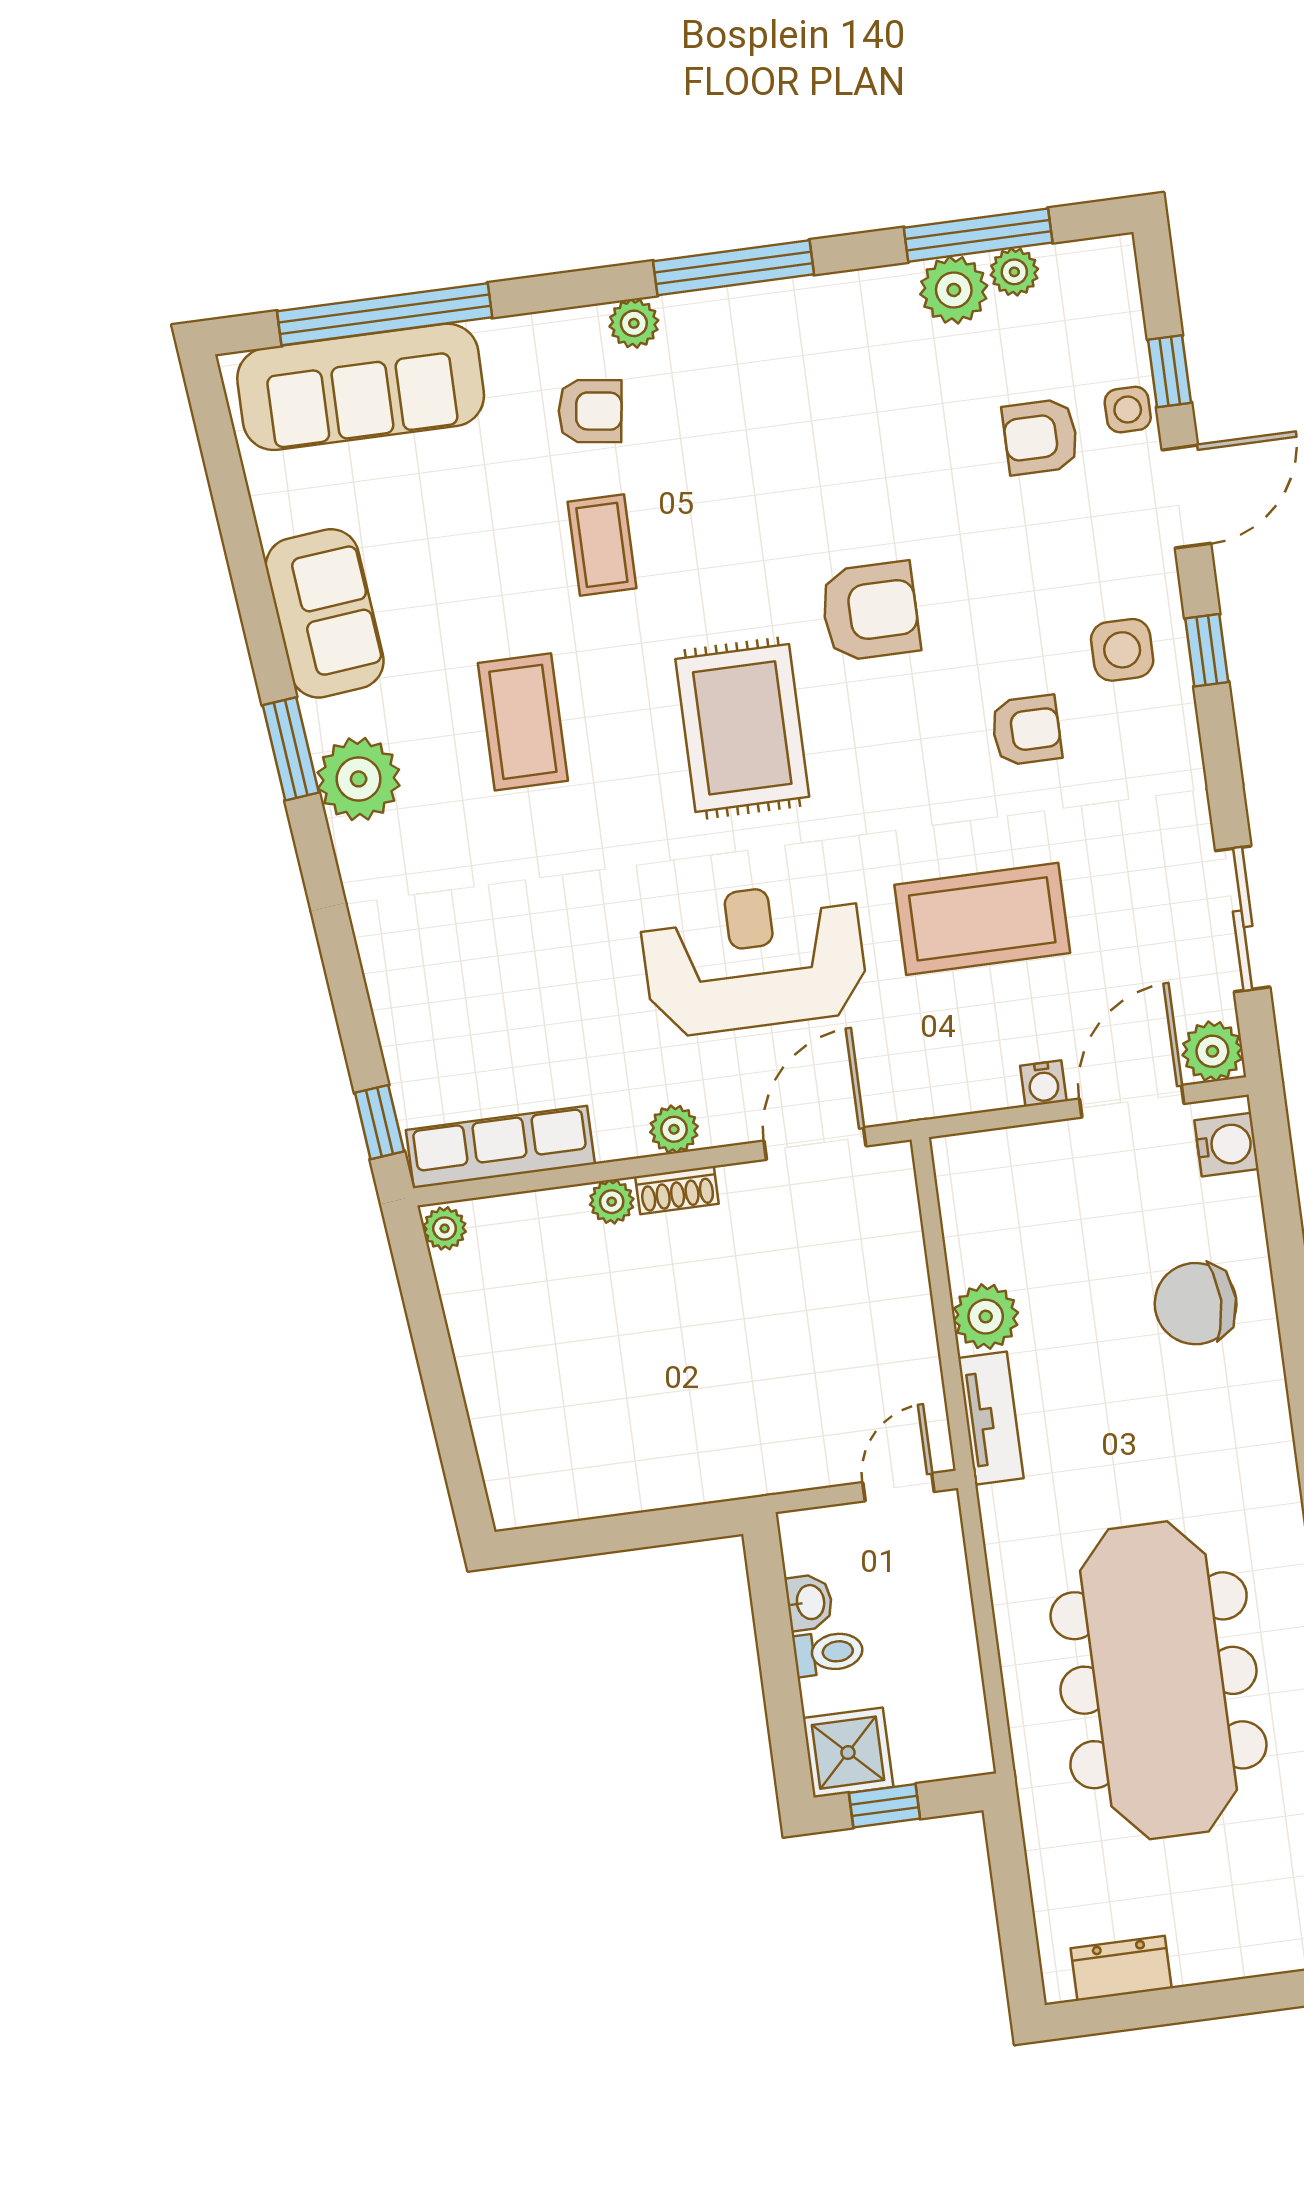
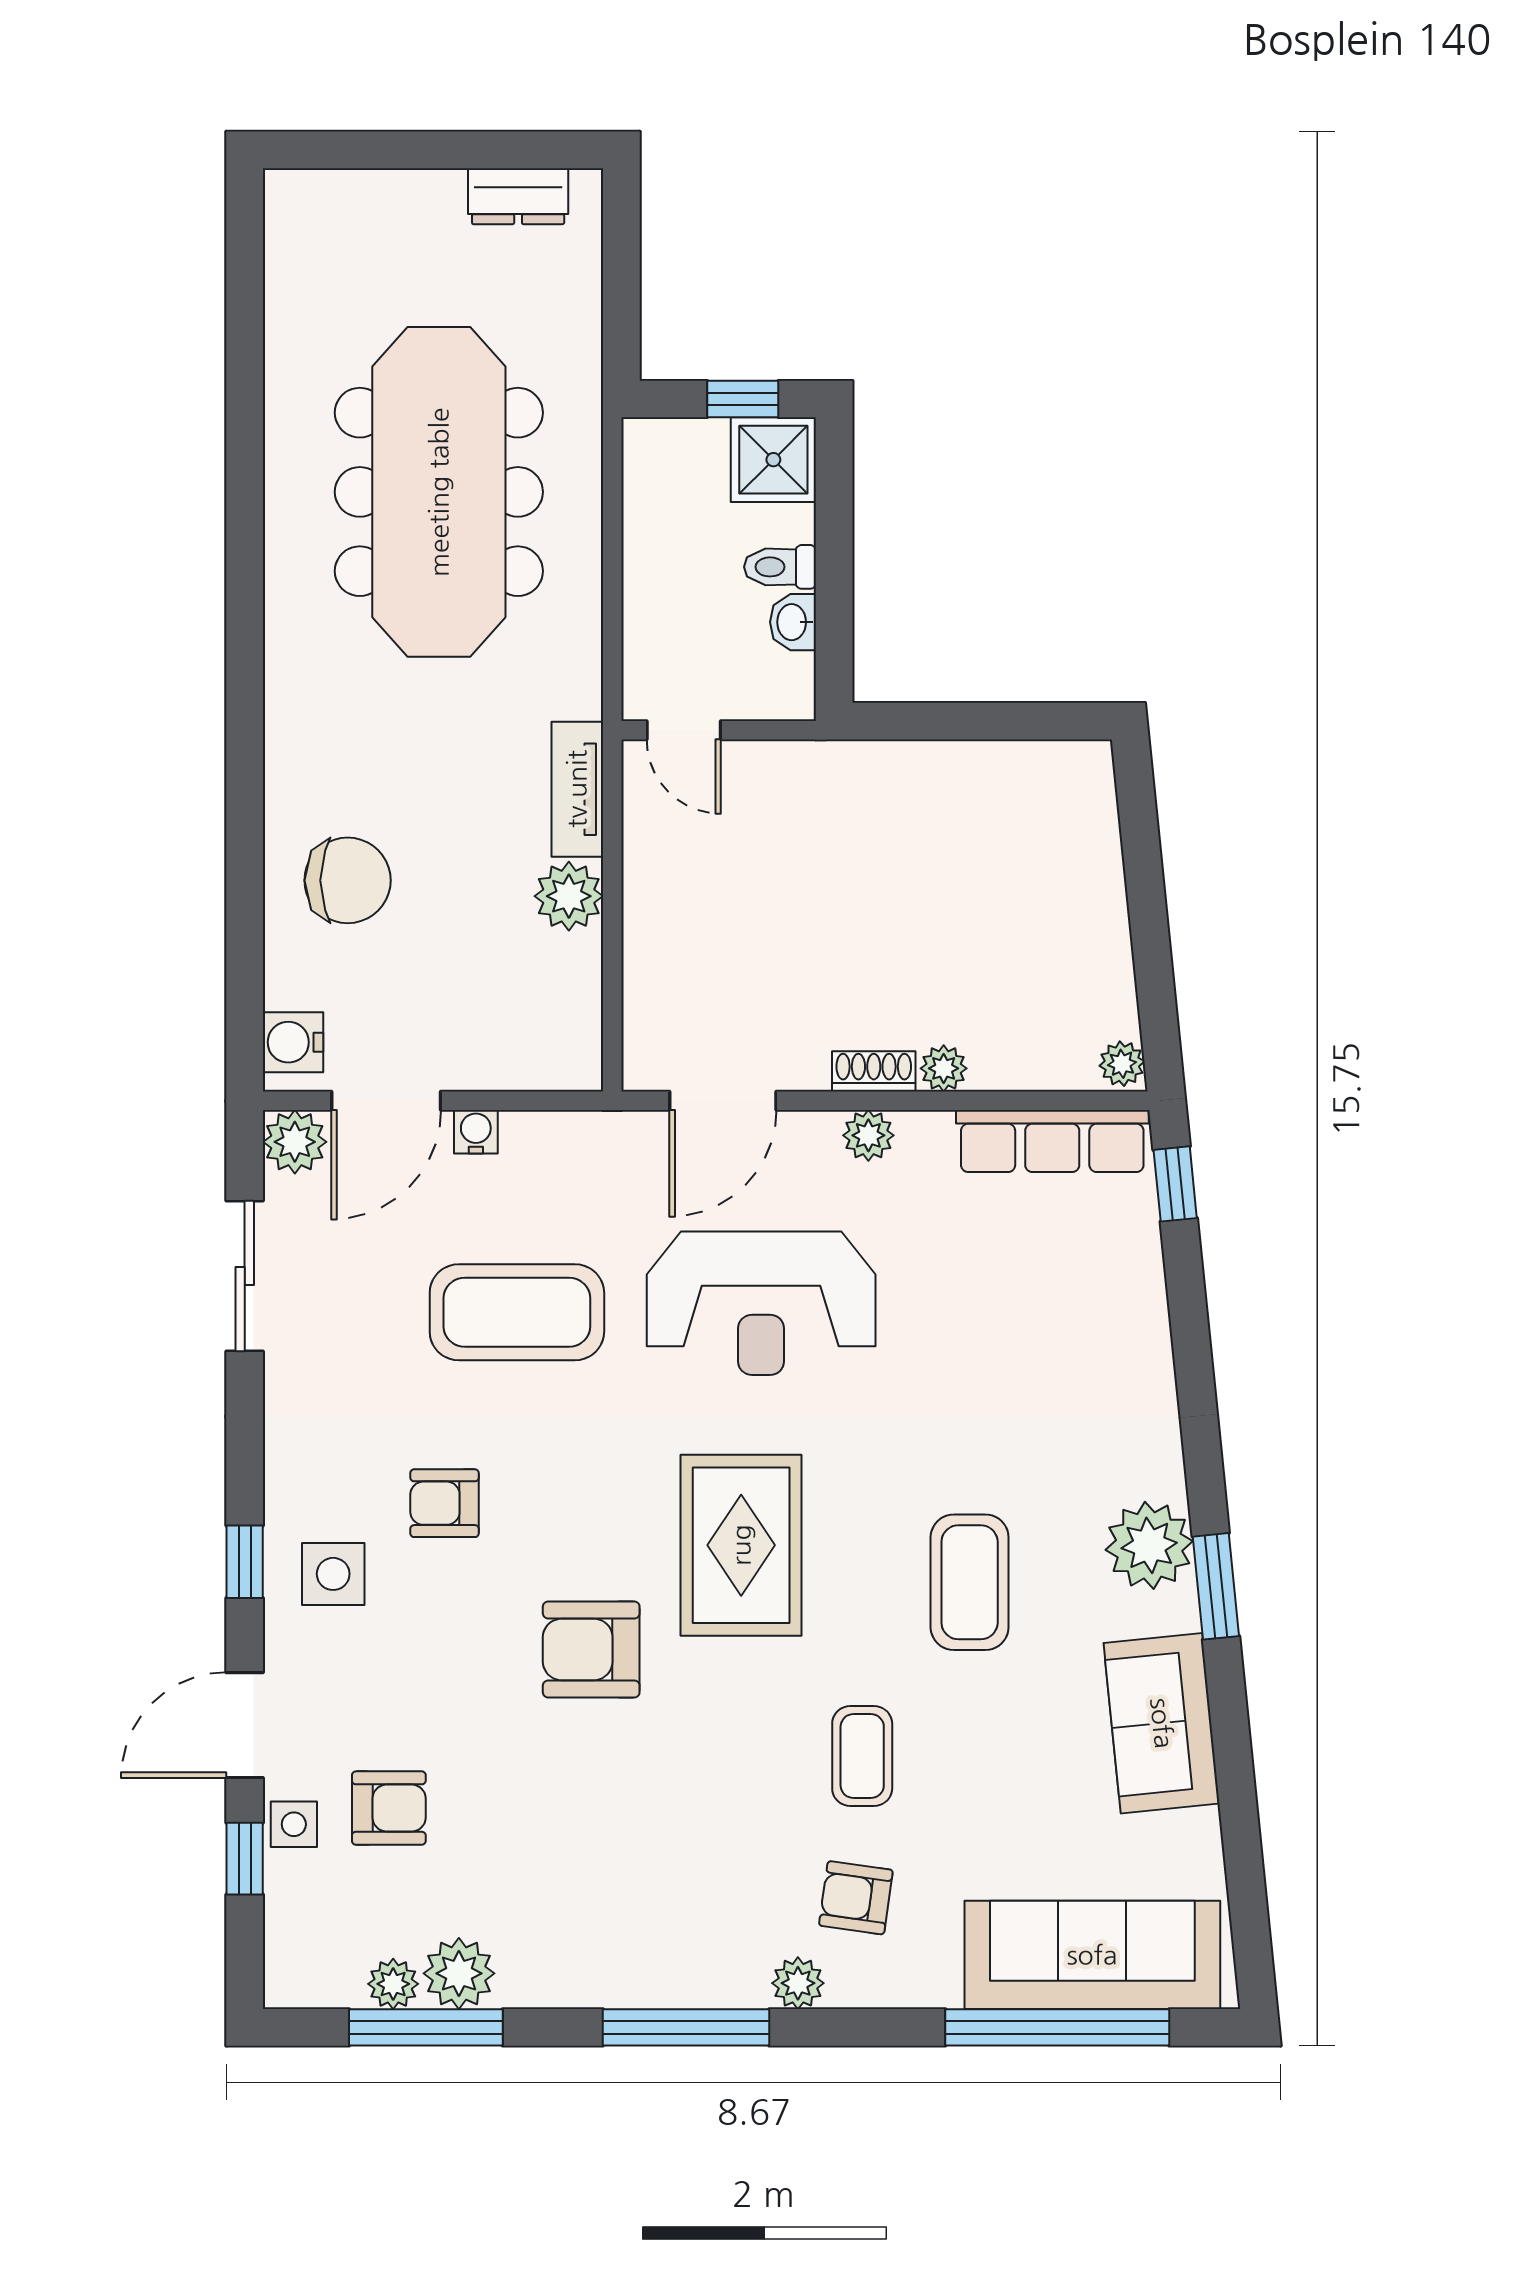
door: (898, 1487) -> (684, 730), hinge flipped

